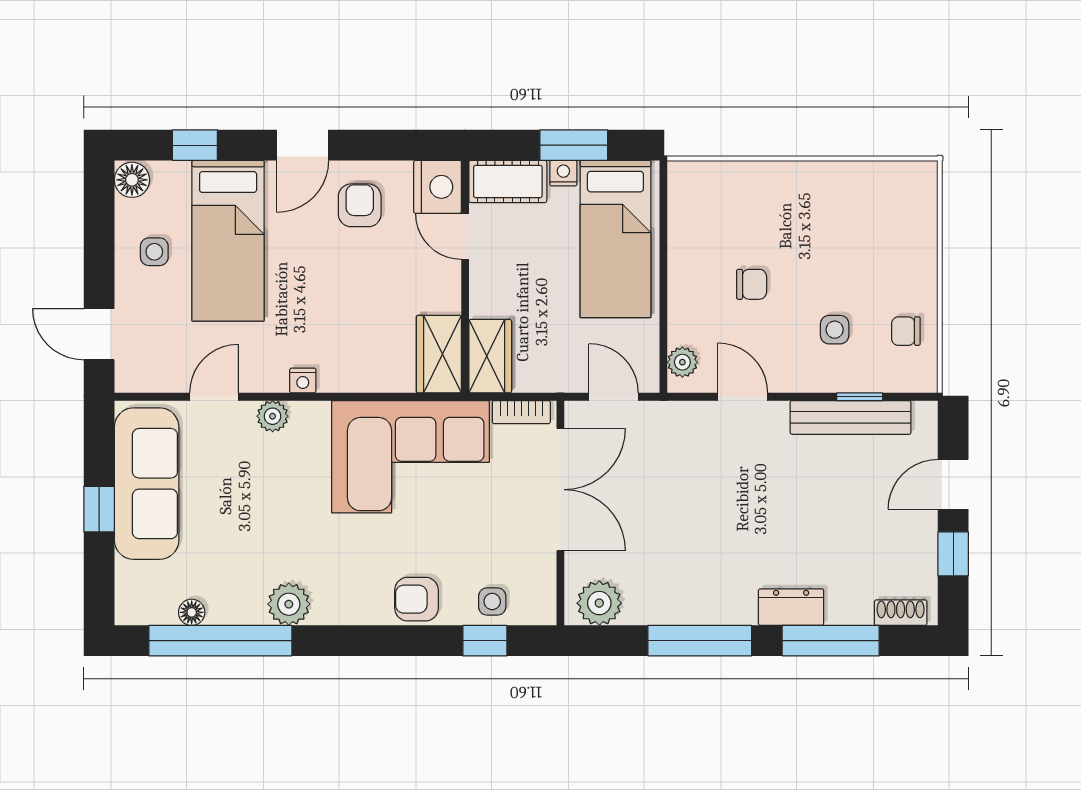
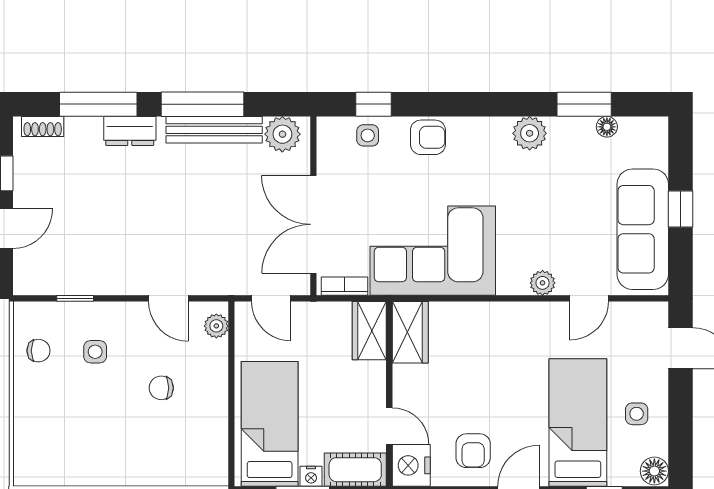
nightstand: (303, 381) -> (518, 311), removed
bench: (851, 417) -> (214, 130), moved
window: (220, 641) -> (584, 104), width x0.47

